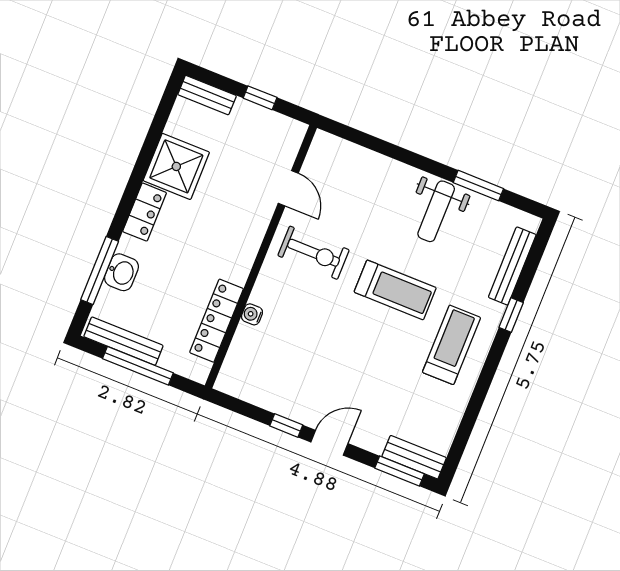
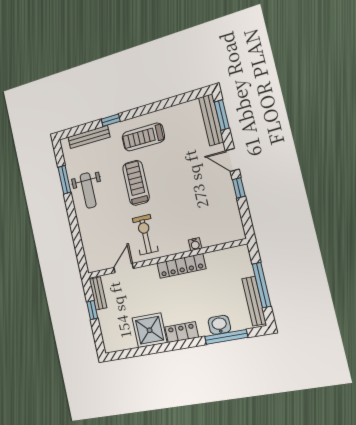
bench: (207, 95) -> (98, 293), moved
weight bench: (436, 211) -> (88, 190), turned 90
locker: (217, 321) -> (181, 266), moved
bench: (414, 457) -> (211, 120), width x1.36

